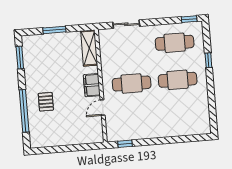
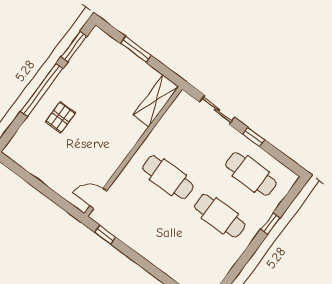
window: (189, 19) -> (254, 137), moved
filing cabinet: (92, 85) -> (124, 142), removed
door: (103, 108) -> (98, 198), moved
window: (24, 111) -> (42, 90), moved

